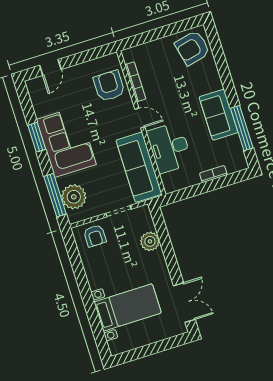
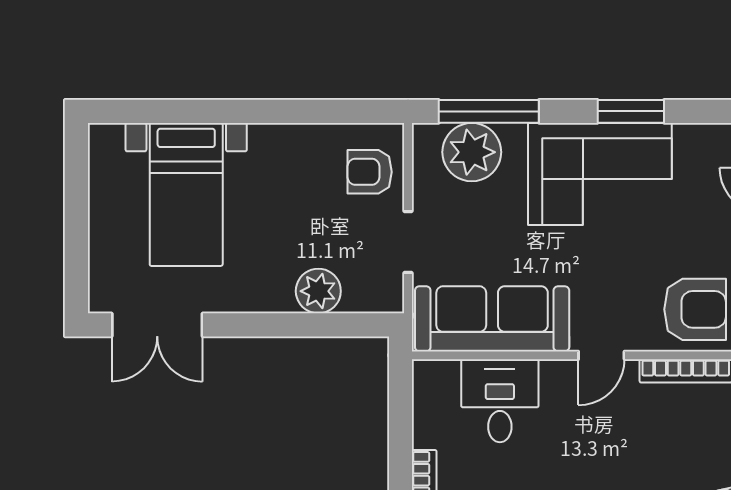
desk: (169, 148) -> (500, 401), width x0.73

